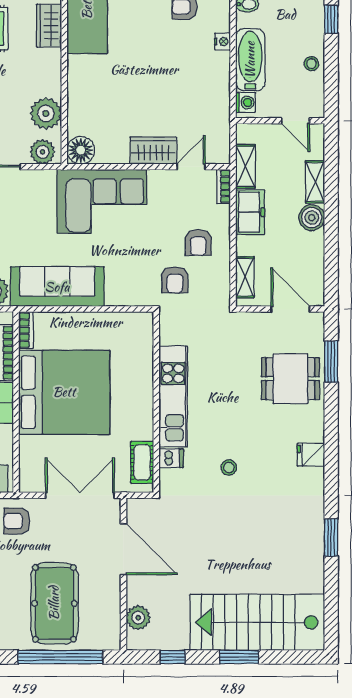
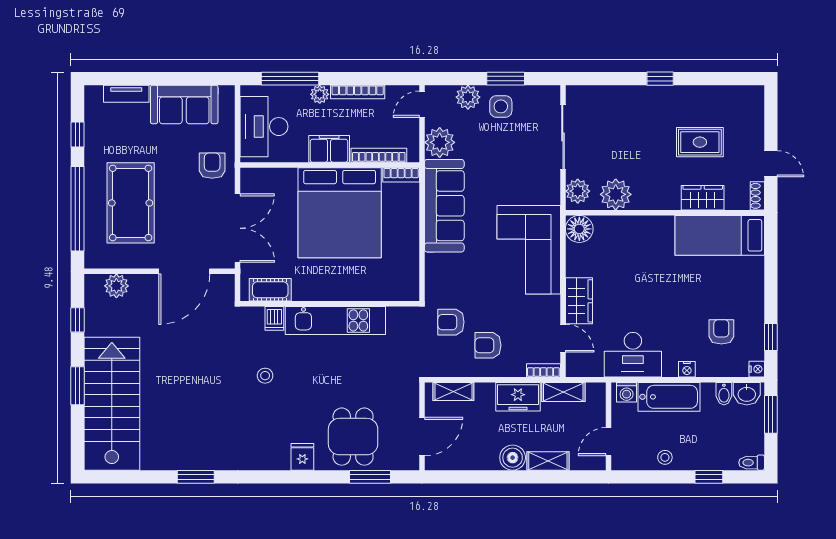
desk: (208, 96) -> (633, 355), added
fridge: (311, 455) -> (302, 457), moved
pool table: (54, 603) -> (131, 203), turned 90

